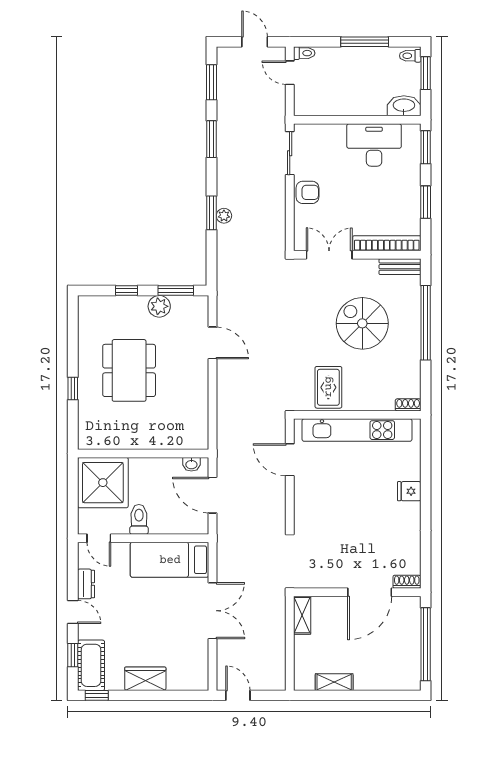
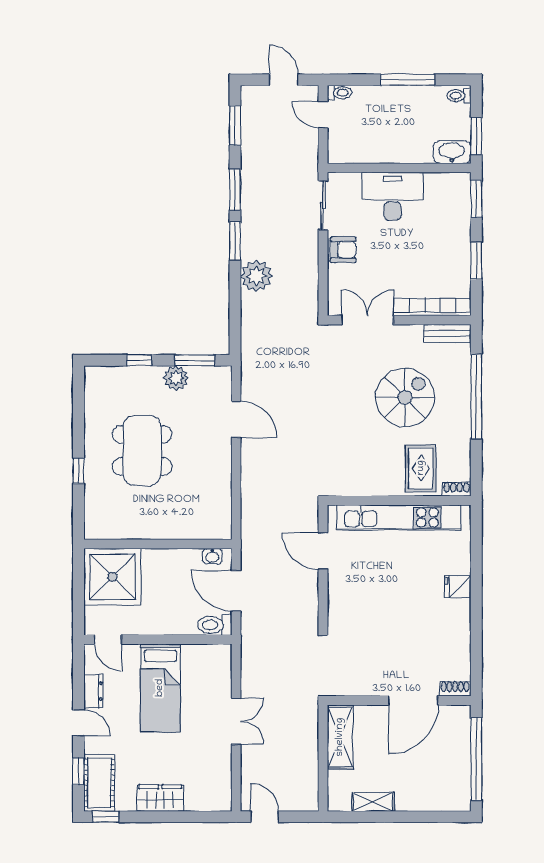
window: (426, 73) -> (476, 136), moved
desk: (374, 145) -> (393, 196), moved
window: (212, 213) -> (235, 241), moved
plant: (224, 216) -> (256, 276), width x1.87, depth x1.87
spiral stairs: (362, 323) -> (405, 397), turned 90
rug: (328, 387) -> (421, 468), moved
toilet: (139, 519) -> (215, 625), moved, turned -90
bed: (170, 560) -> (160, 688), moved, turned -90
double door: (213, 611) -> (236, 721), width x0.73
shelving: (302, 615) -> (340, 737), width x1.50, depth x1.33

